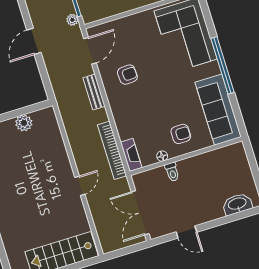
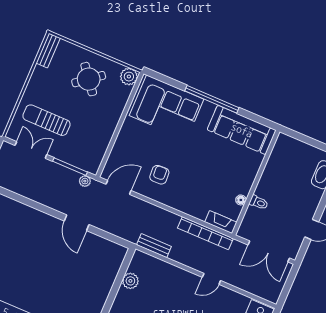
door: (90, 51) -> (119, 187), hinge flipped
bench: (94, 92) -> (154, 246), moved
armchair: (181, 134) -> (236, 172), removed
door: (80, 186) -> (211, 279), swing flipped

